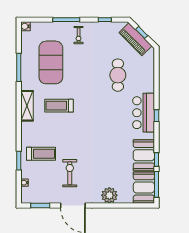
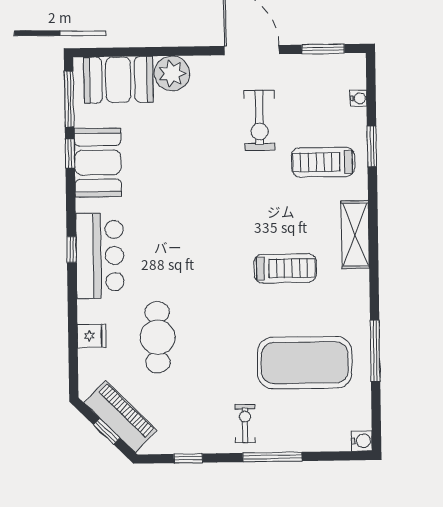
exercise mat: (51, 62) -> (305, 363), turned 90
fridge: (148, 76) -> (92, 336), added
shelving: (27, 106) -> (355, 234), moved
booth: (144, 187) -> (118, 80), moved, turned 90

